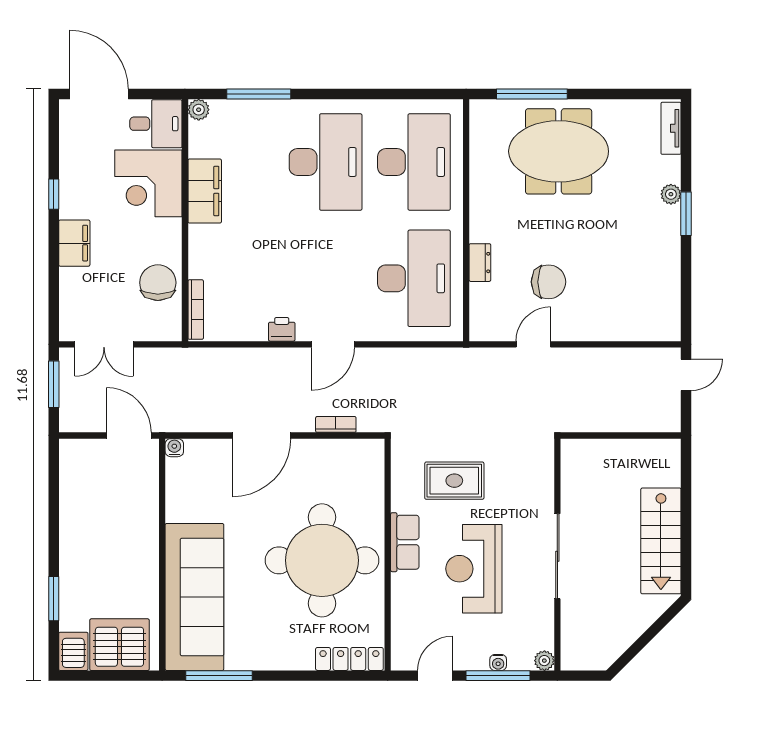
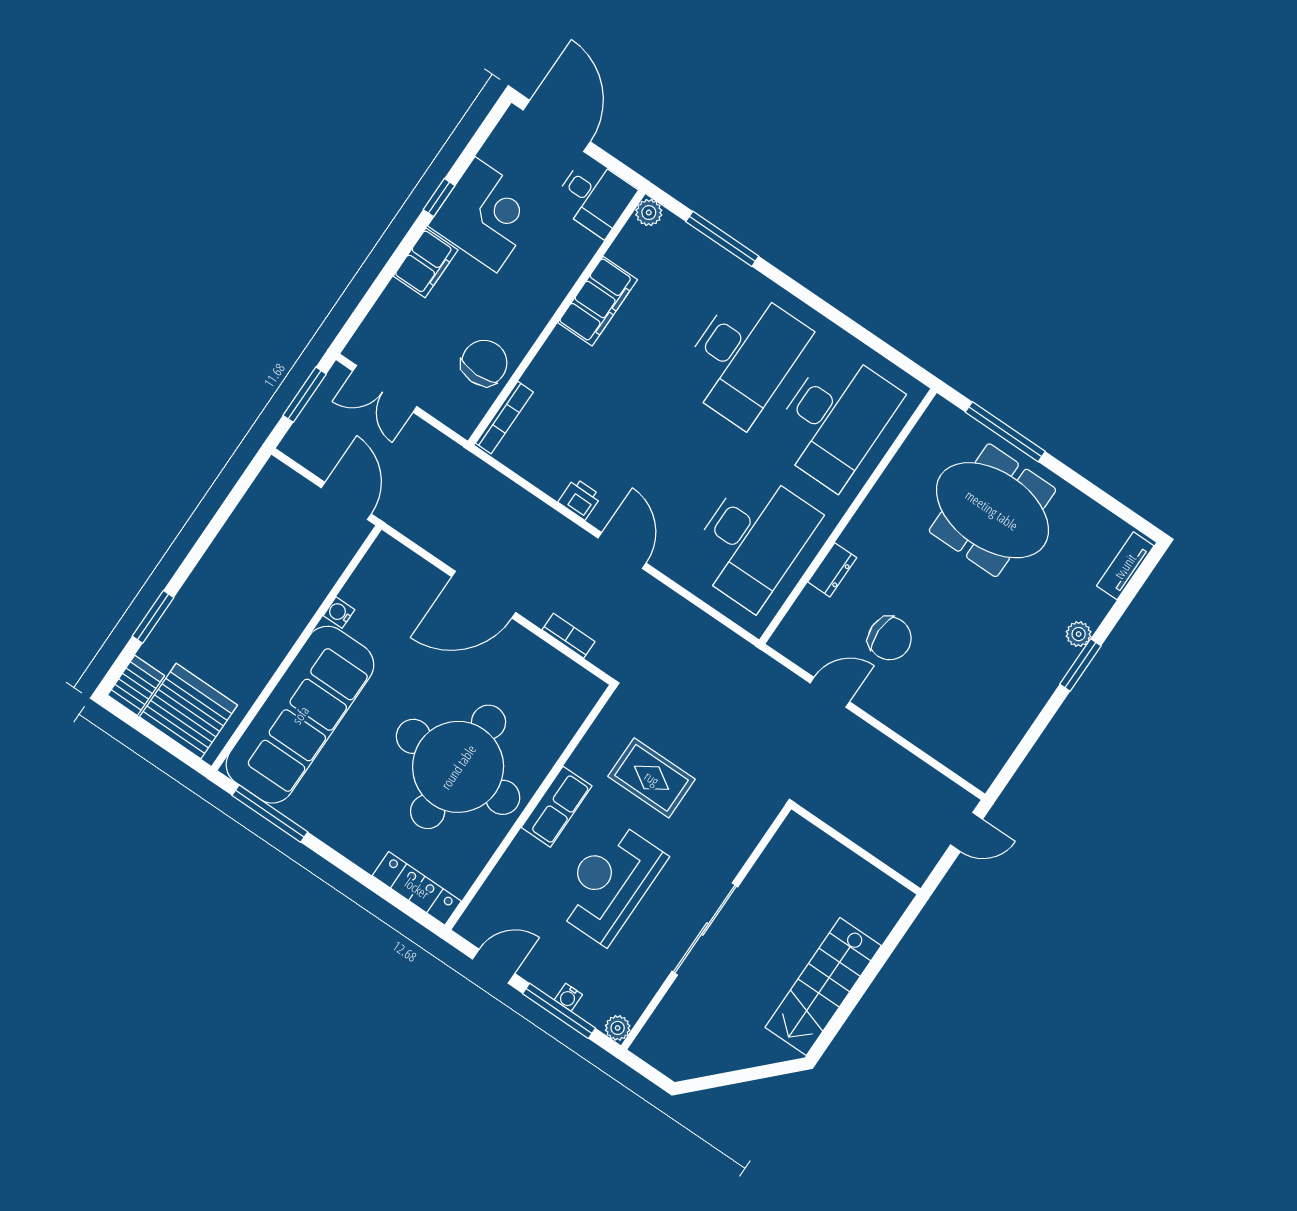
corner desk: (148, 183) -> (486, 215), moved, turned 180
door: (333, 344) -> (622, 551), swing flipped
water cooler: (174, 448) -> (339, 613), moved, turned -90

